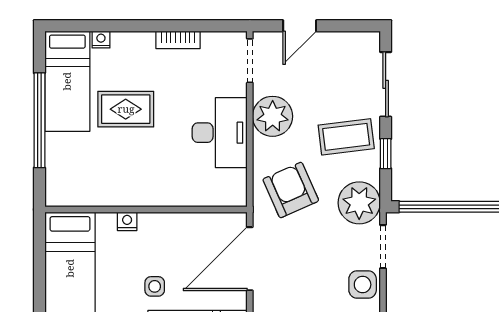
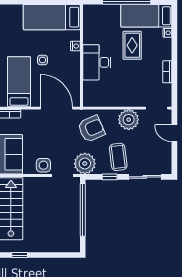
desk: (220, 133) -> (97, 62), moved, turned 90

